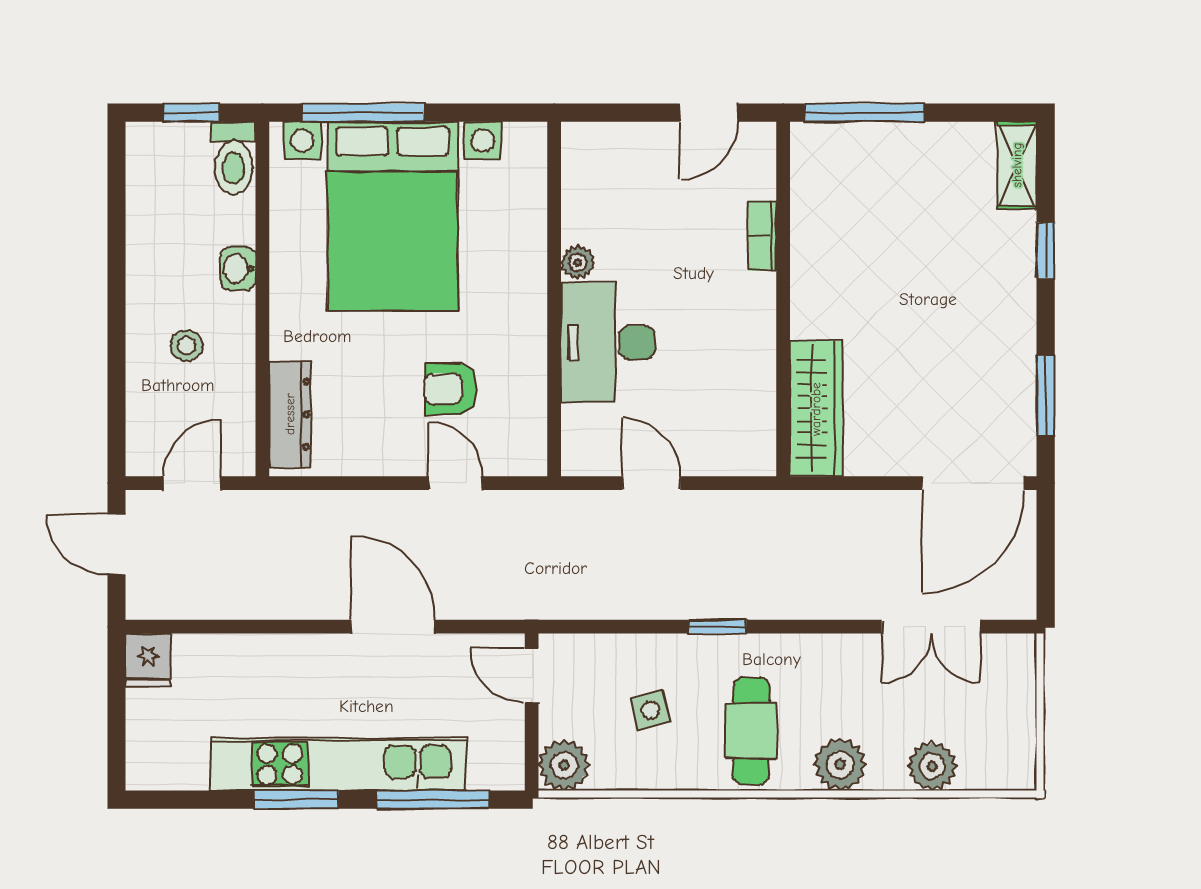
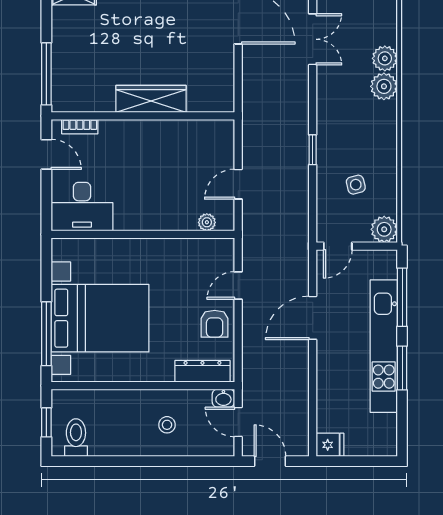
toilet: (234, 158) -> (76, 438), moved, turned -90
bookcase: (762, 236) -> (80, 127), moved
plant: (578, 262) -> (207, 222), moved
washbasin: (238, 269) -> (223, 398), moved
desk: (608, 342) -> (82, 207), moved
armchair: (451, 389) -> (215, 324), moved
wardrobe: (816, 409) -> (151, 99), moved
door: (116, 544) -> (270, 461), swing flipped
cafe table: (751, 731) -> (366, 133), removed
plant: (932, 766) -> (385, 58), moved

